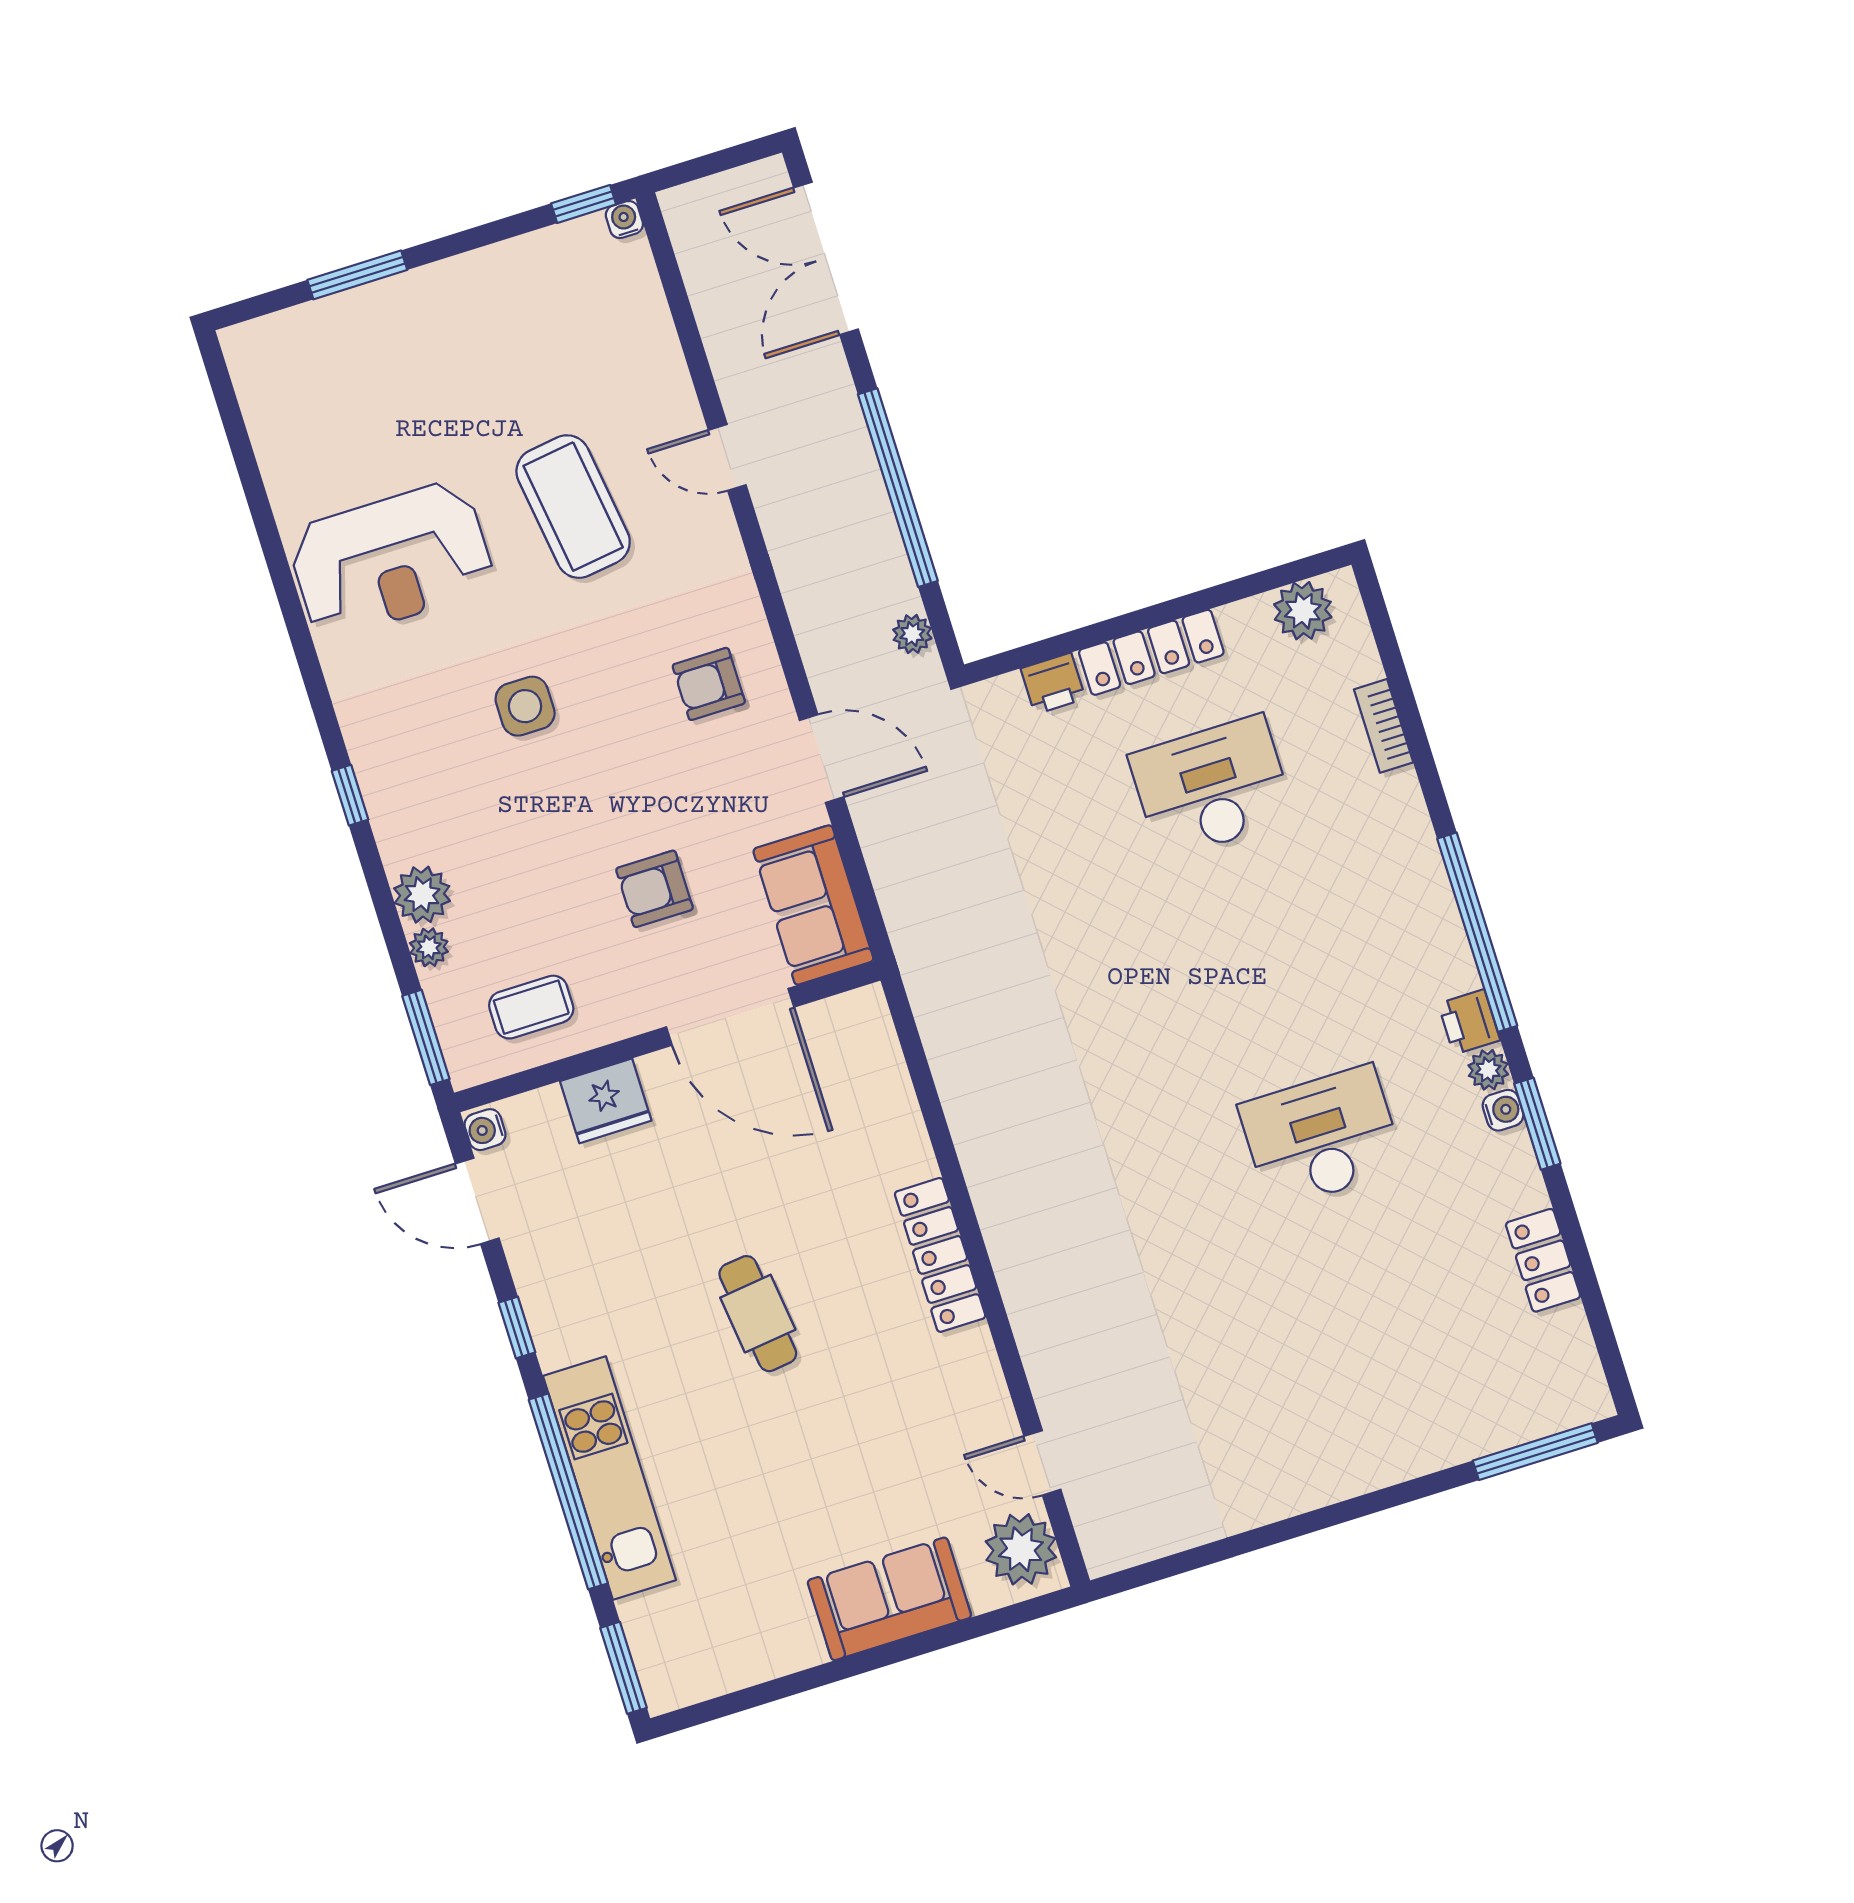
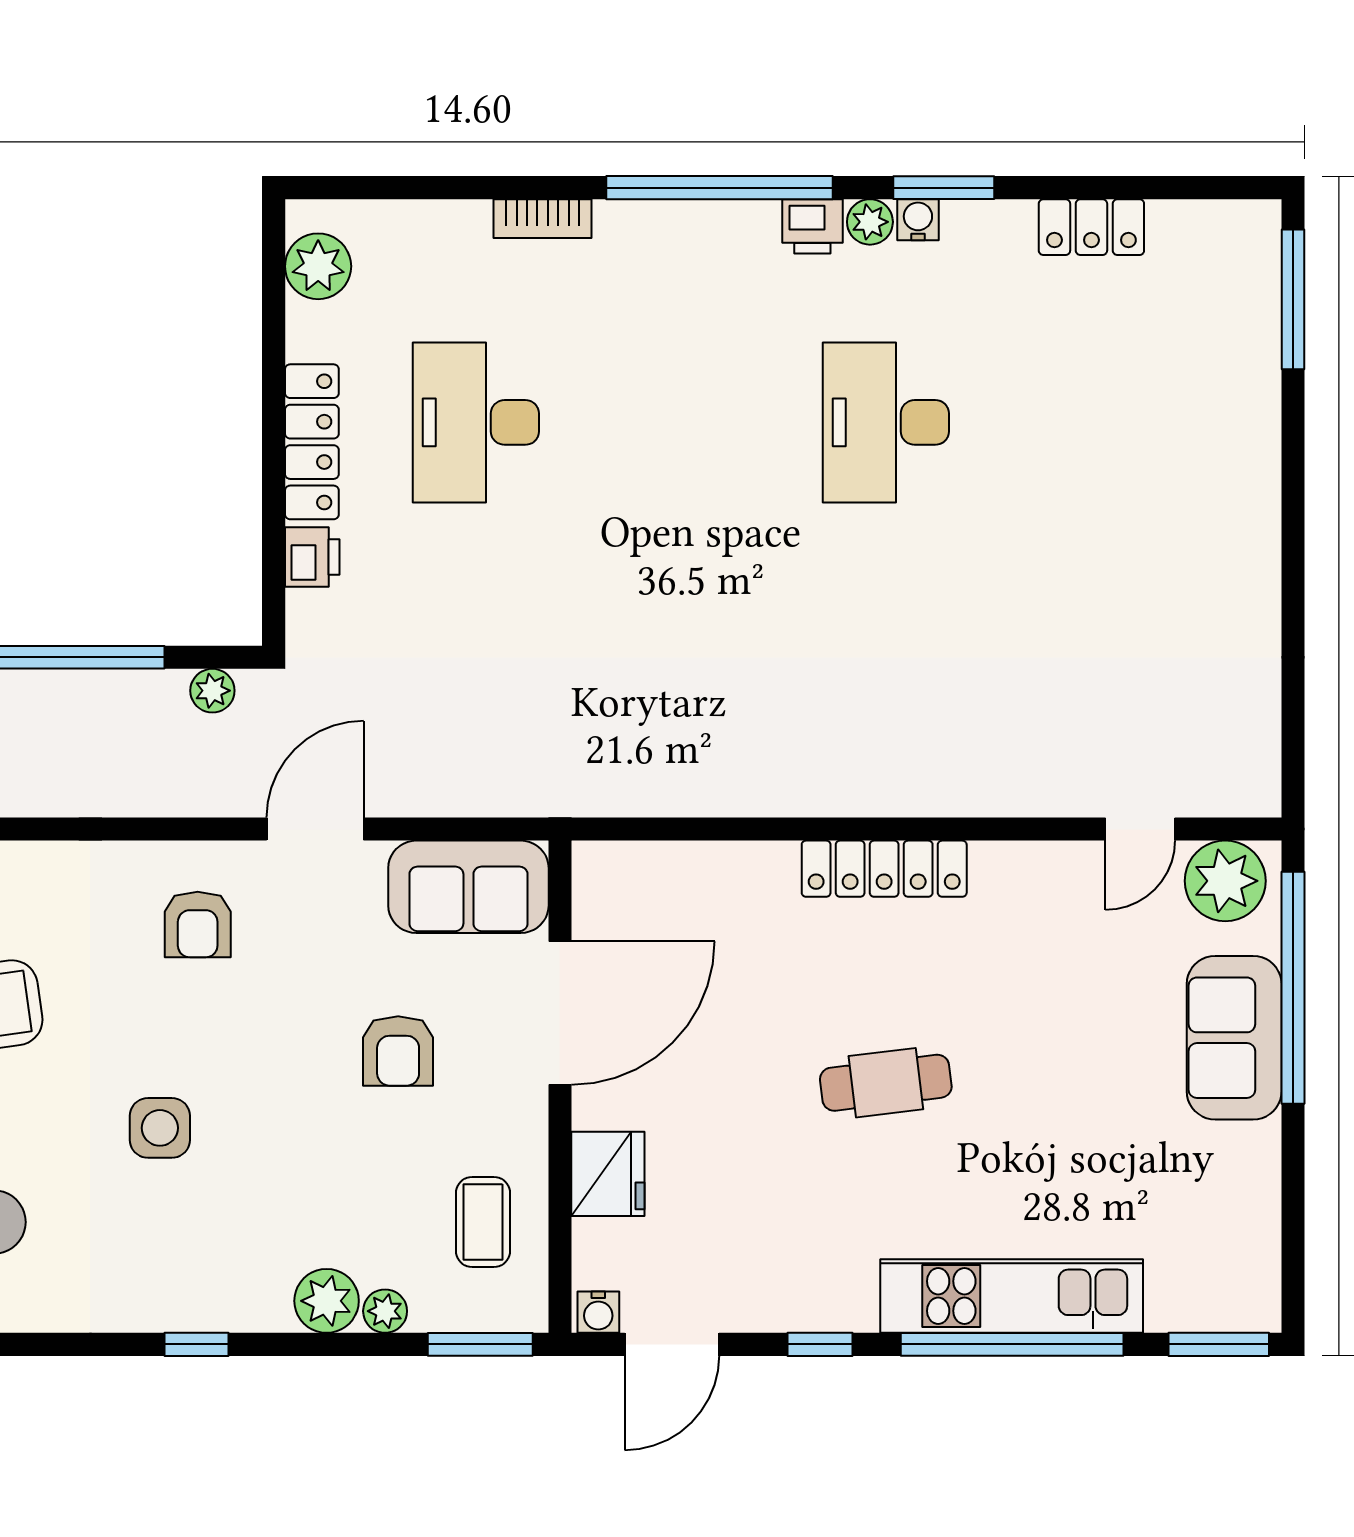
bookcase: (1384, 726) -> (543, 219), moved
window: (948, 1636) -> (1293, 988), added

